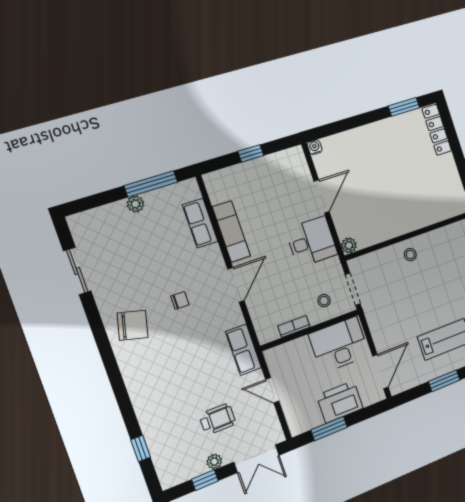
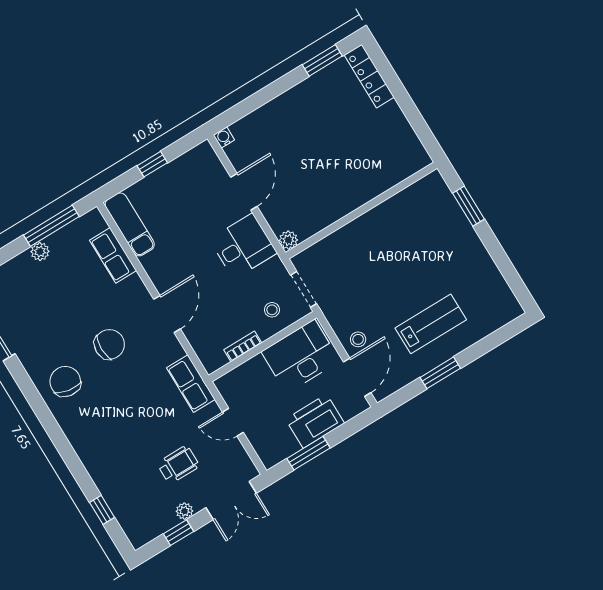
exam couch: (231, 231) -> (130, 224), moved
stool: (410, 255) -> (358, 339), moved
chair: (180, 300) -> (109, 344), width x1.87, depth x1.87
chair: (133, 325) -> (65, 381), turned -94

